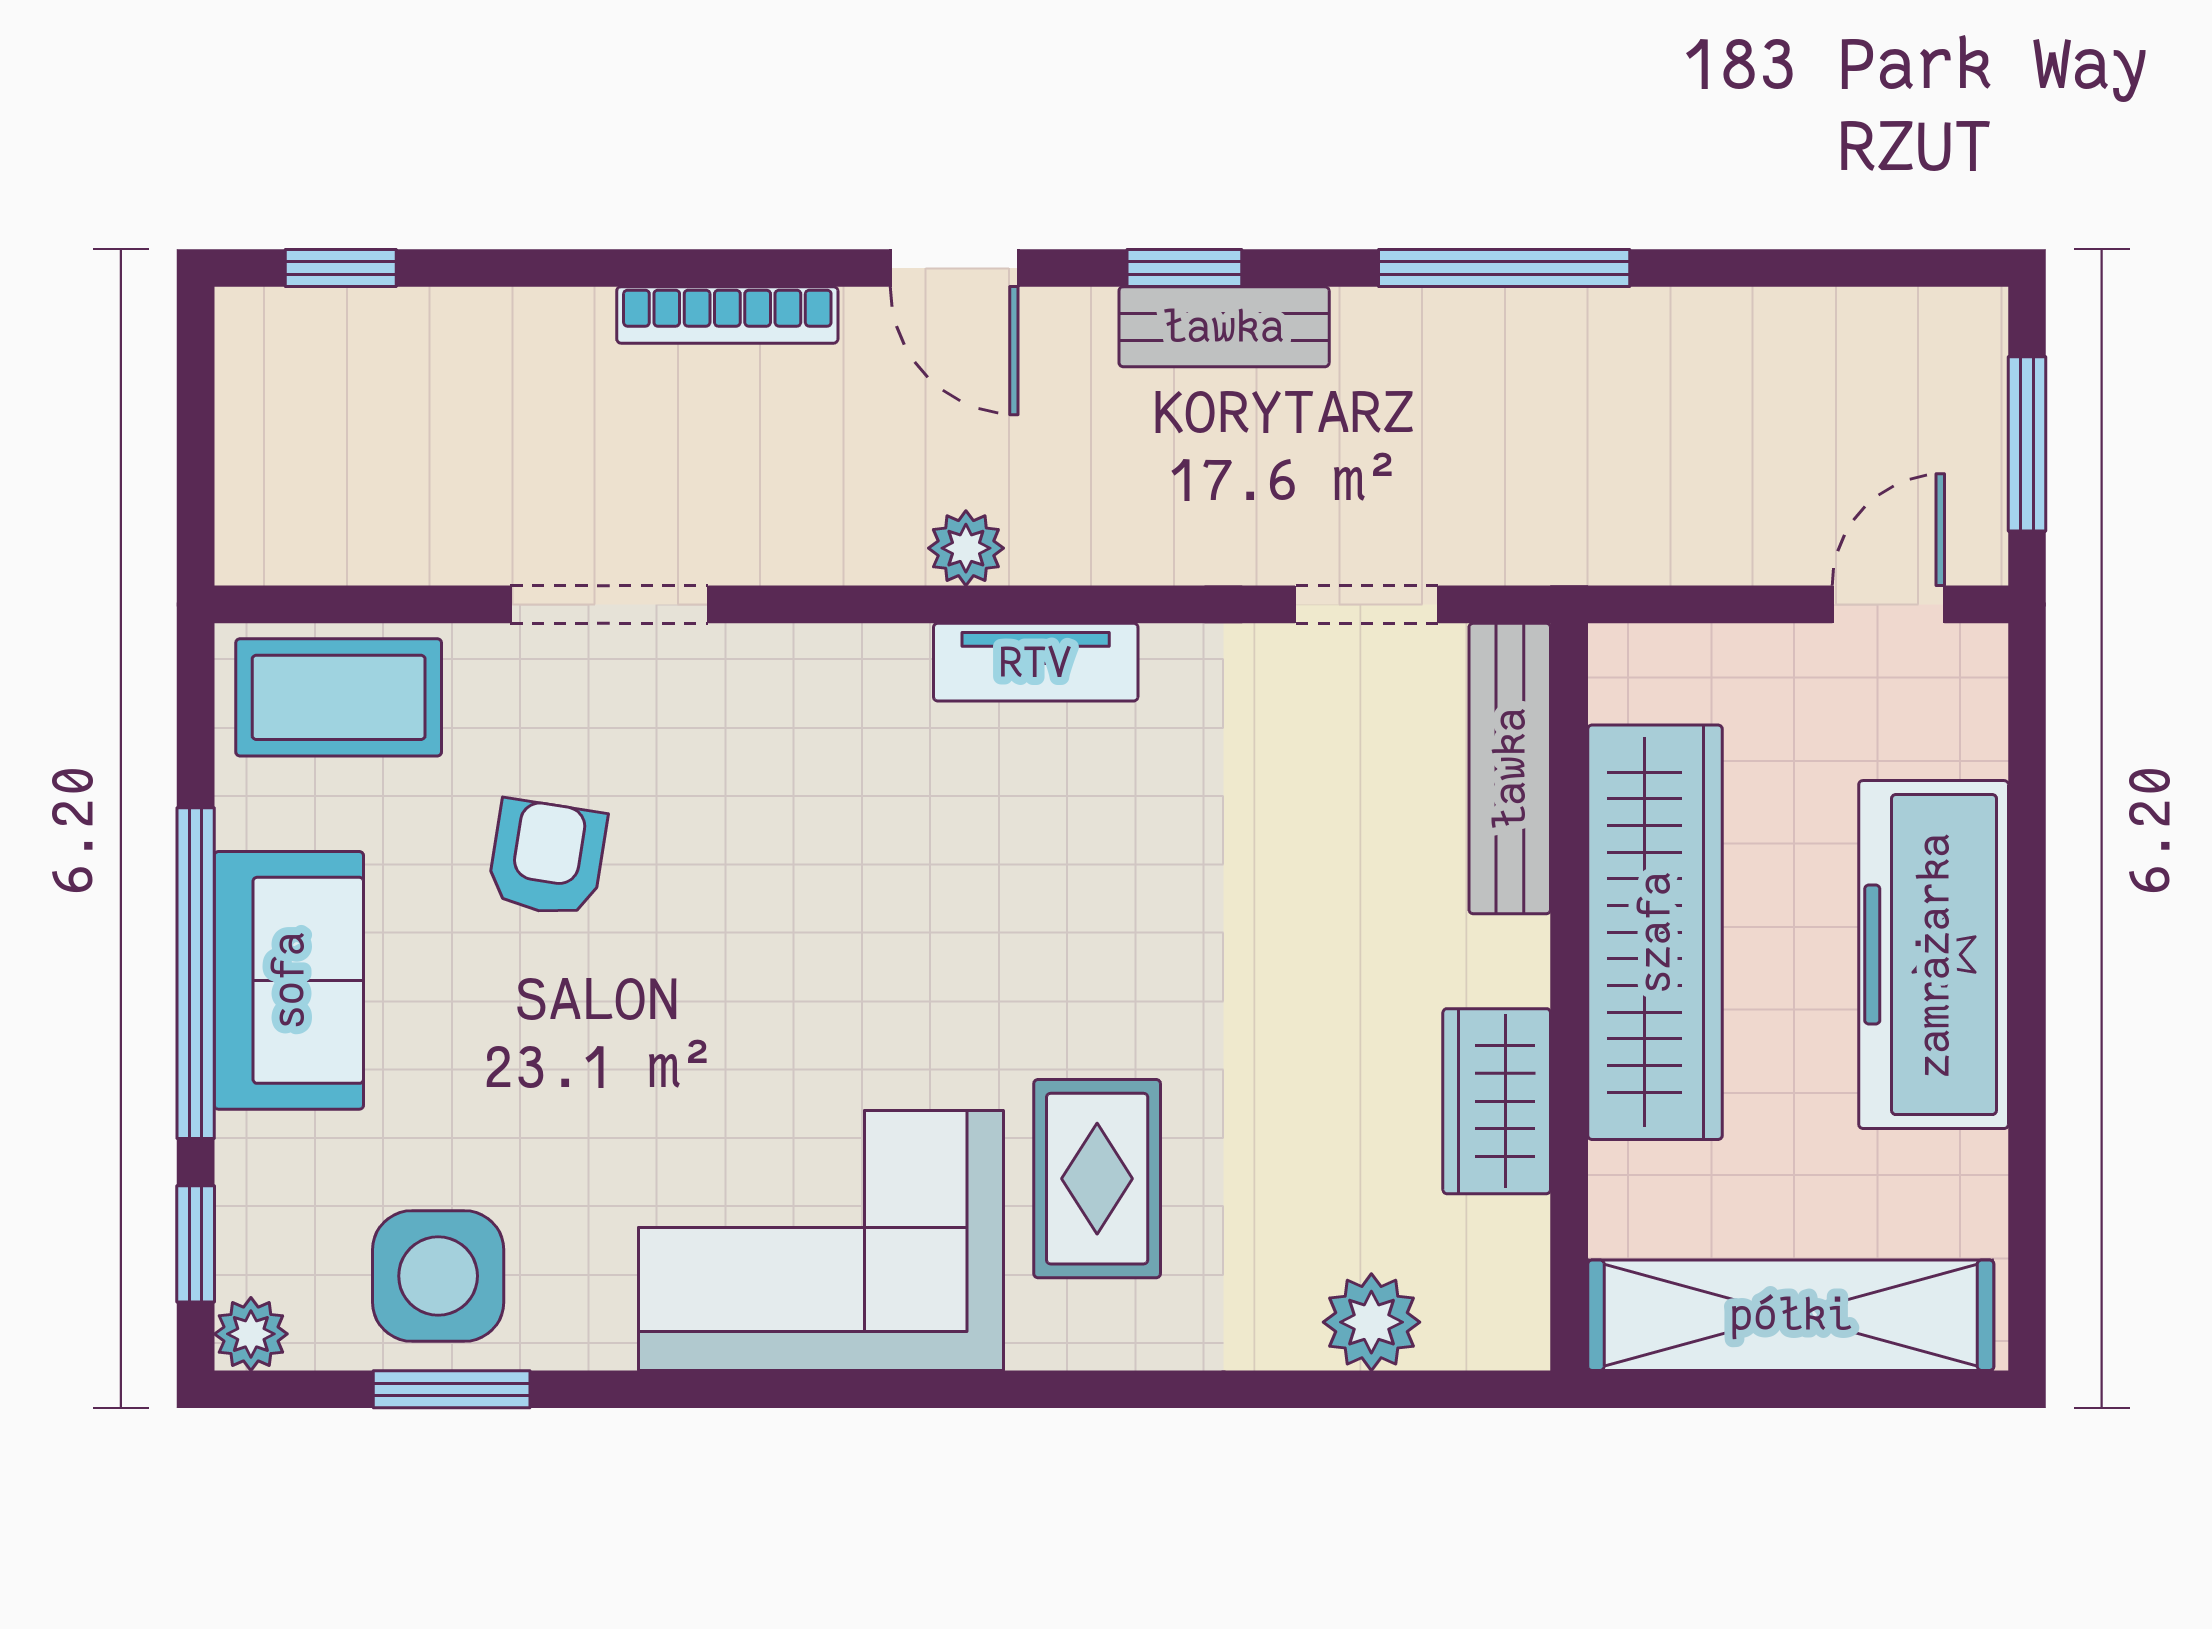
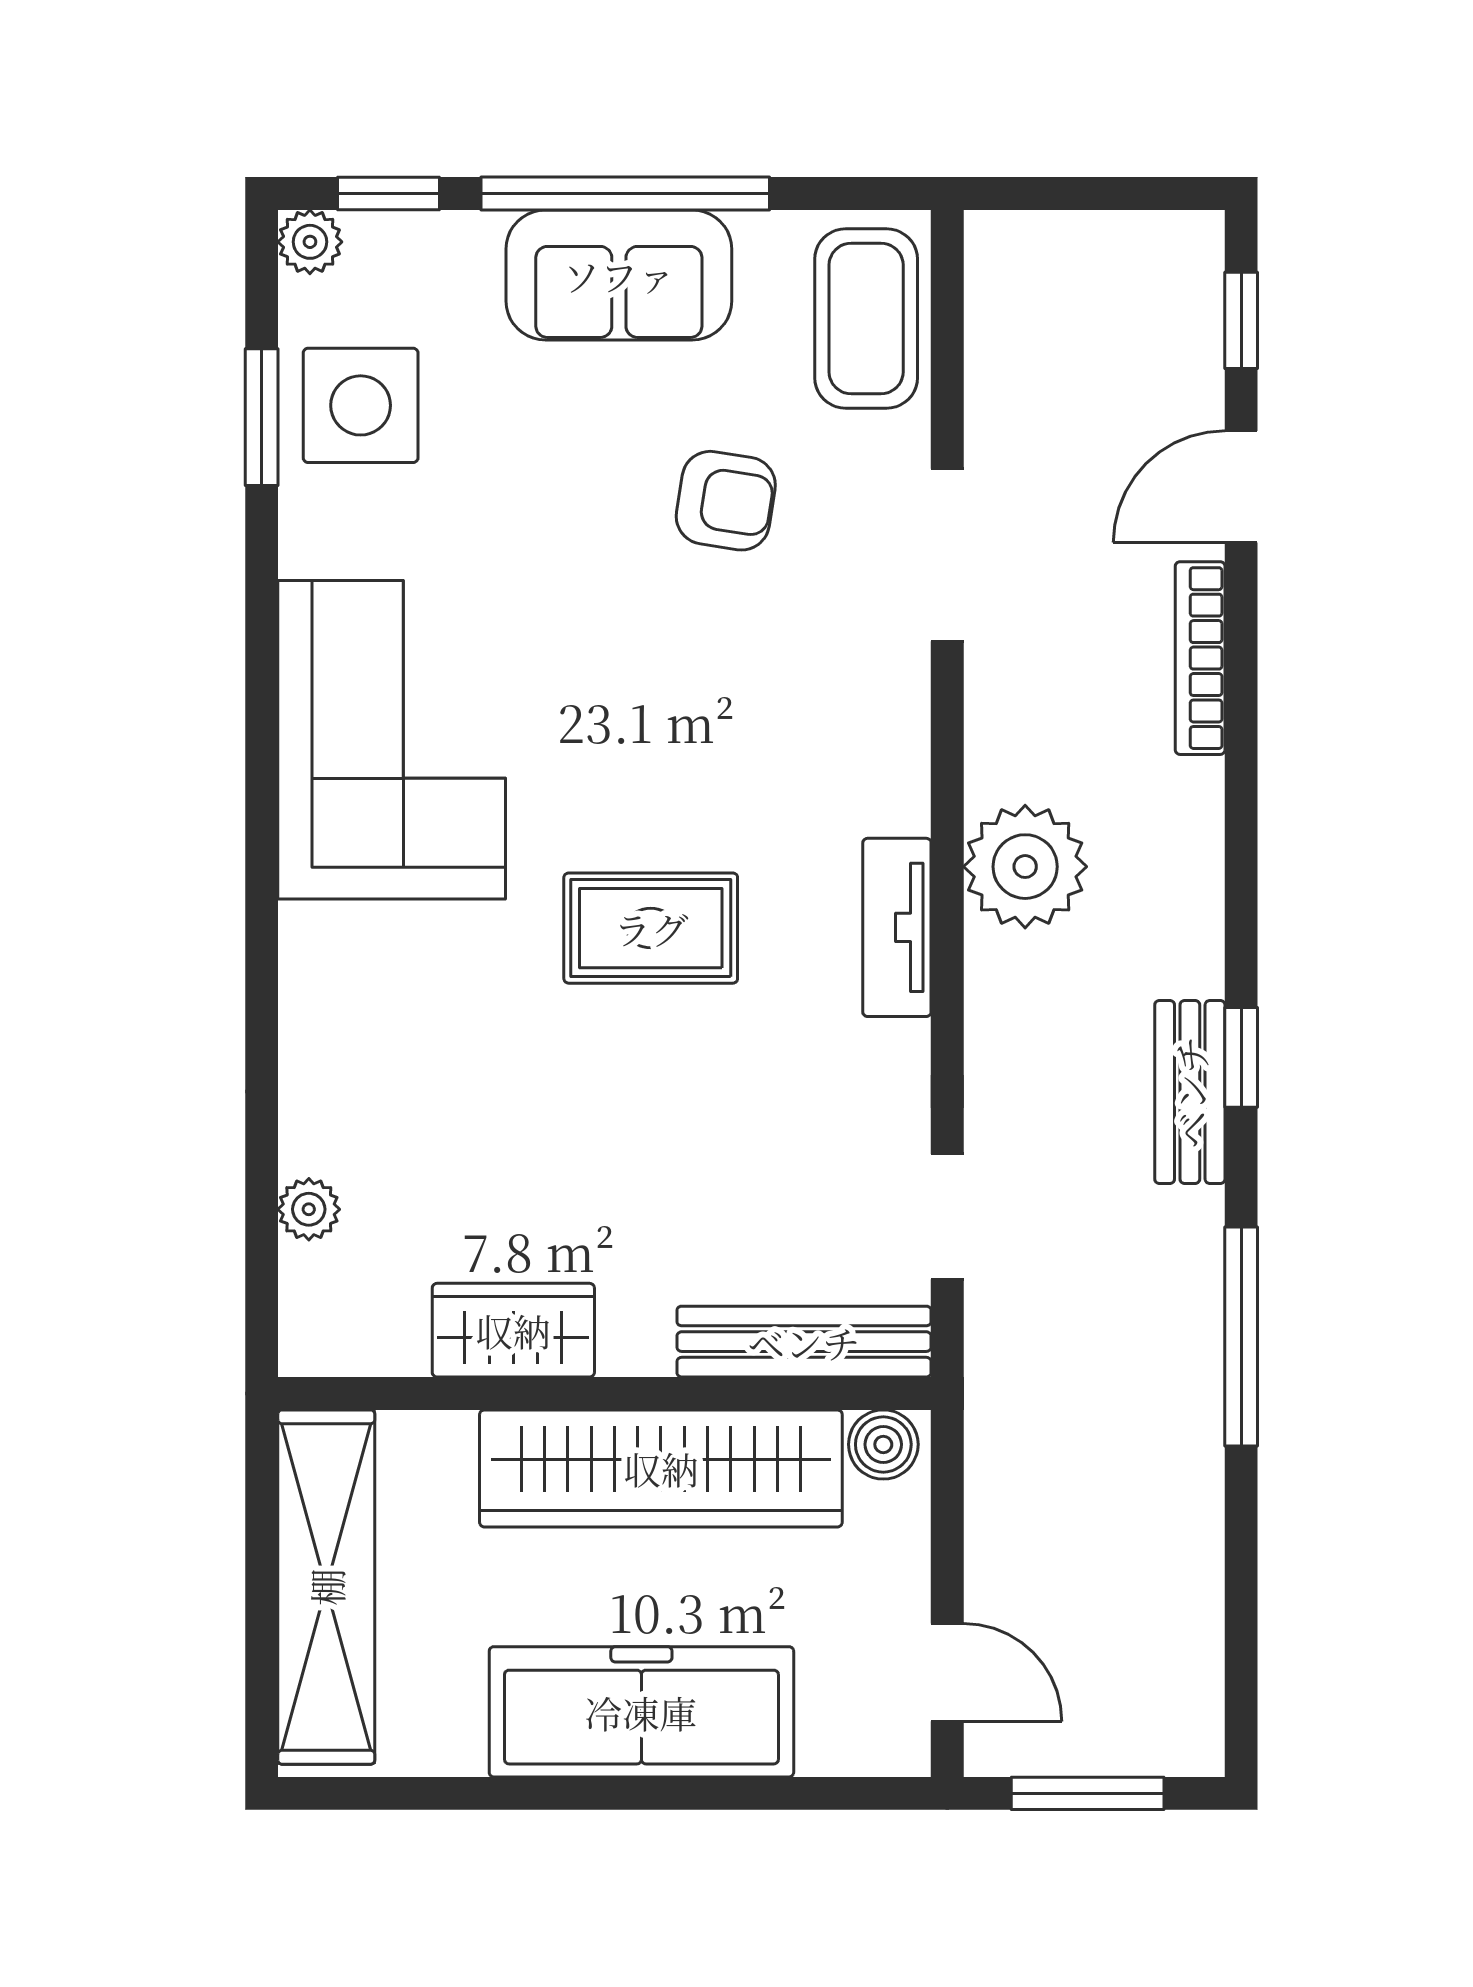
door: (954, 268) -> (1241, 487), moved
plant: (966, 548) -> (1025, 867), width x1.88, depth x1.88
boiler: (1628, 678) -> (883, 1444), added
rug: (1097, 1179) -> (651, 928), moved
plant: (1371, 1322) -> (309, 1209), width x0.73, depth x0.73

